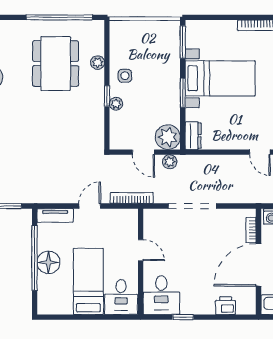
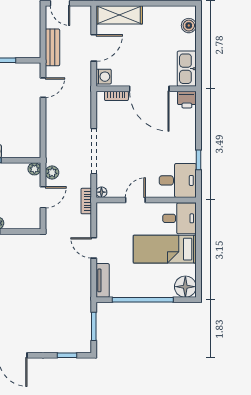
dresser: (193, 136) -> (28, 150), removed
plant: (168, 137) -> (34, 169), width x0.53, depth x0.53
bookcase: (132, 198) -> (86, 201), width x0.64
floor lamp: (149, 214) -> (101, 192), added
floor lamp: (48, 262) -> (185, 287), moved
printer: (226, 306) -> (187, 100), moved, turned -90

